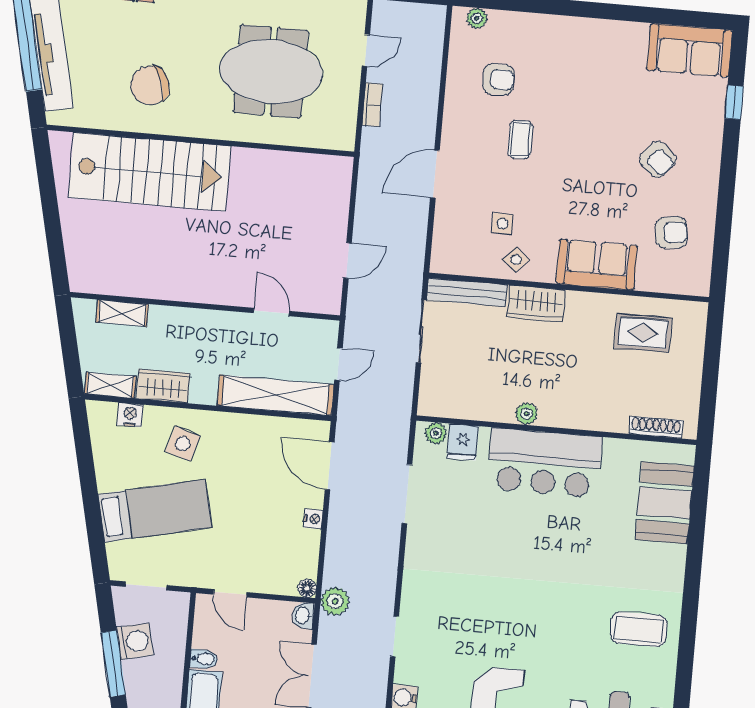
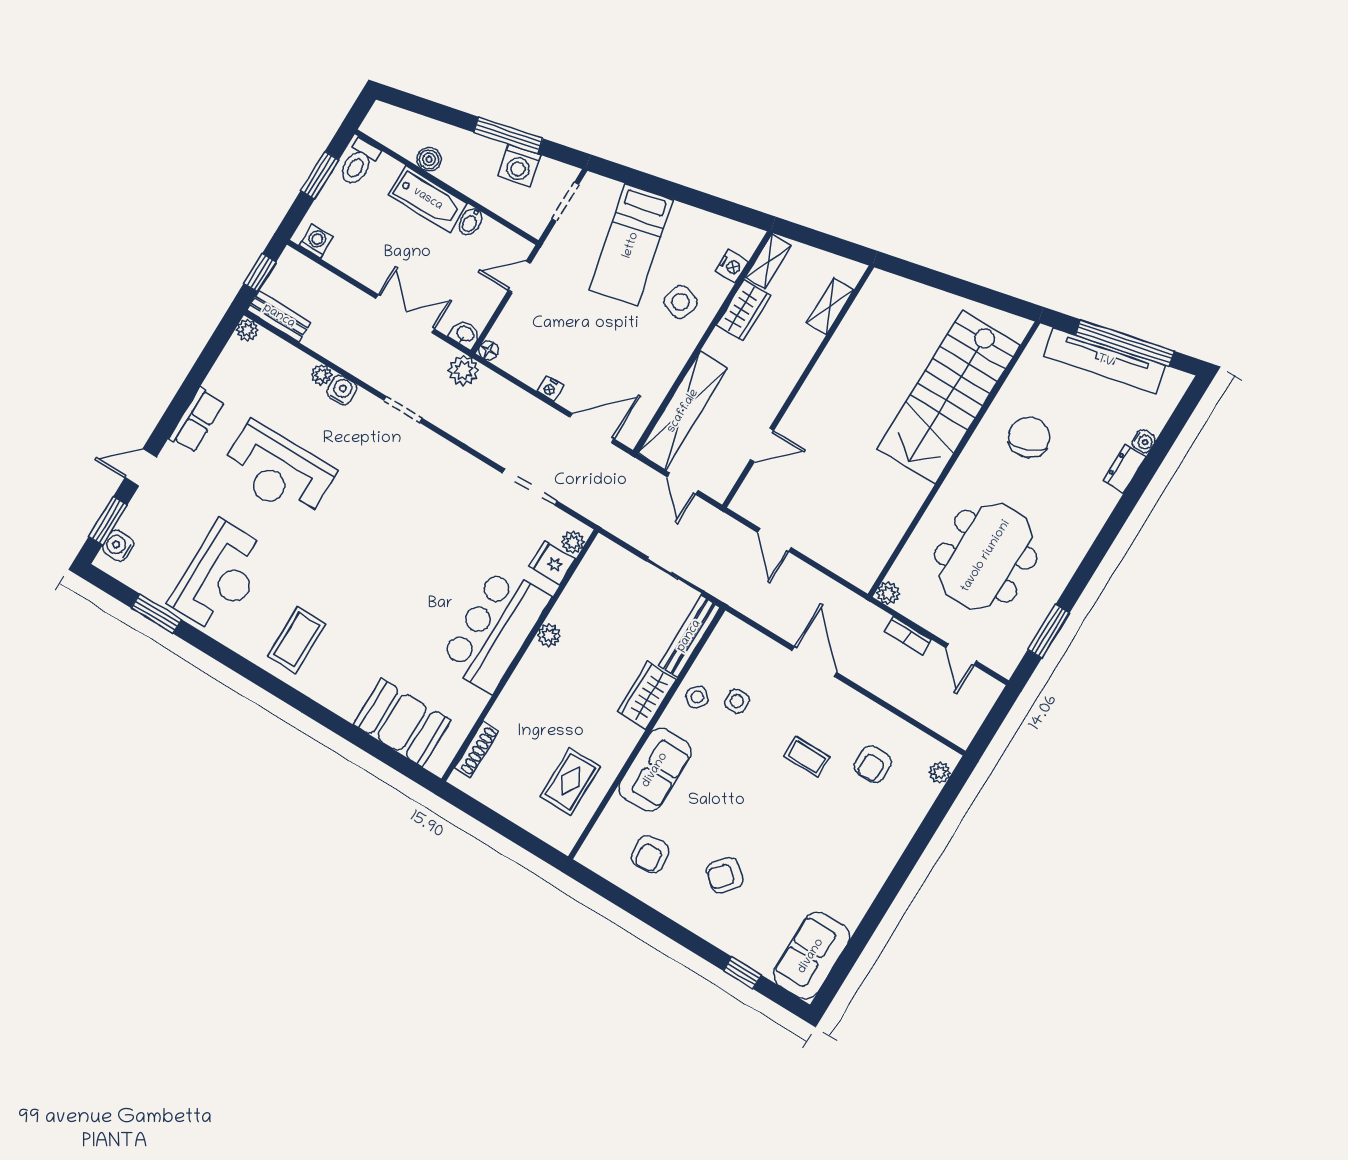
plant: (345, 140) -> (888, 593), added

